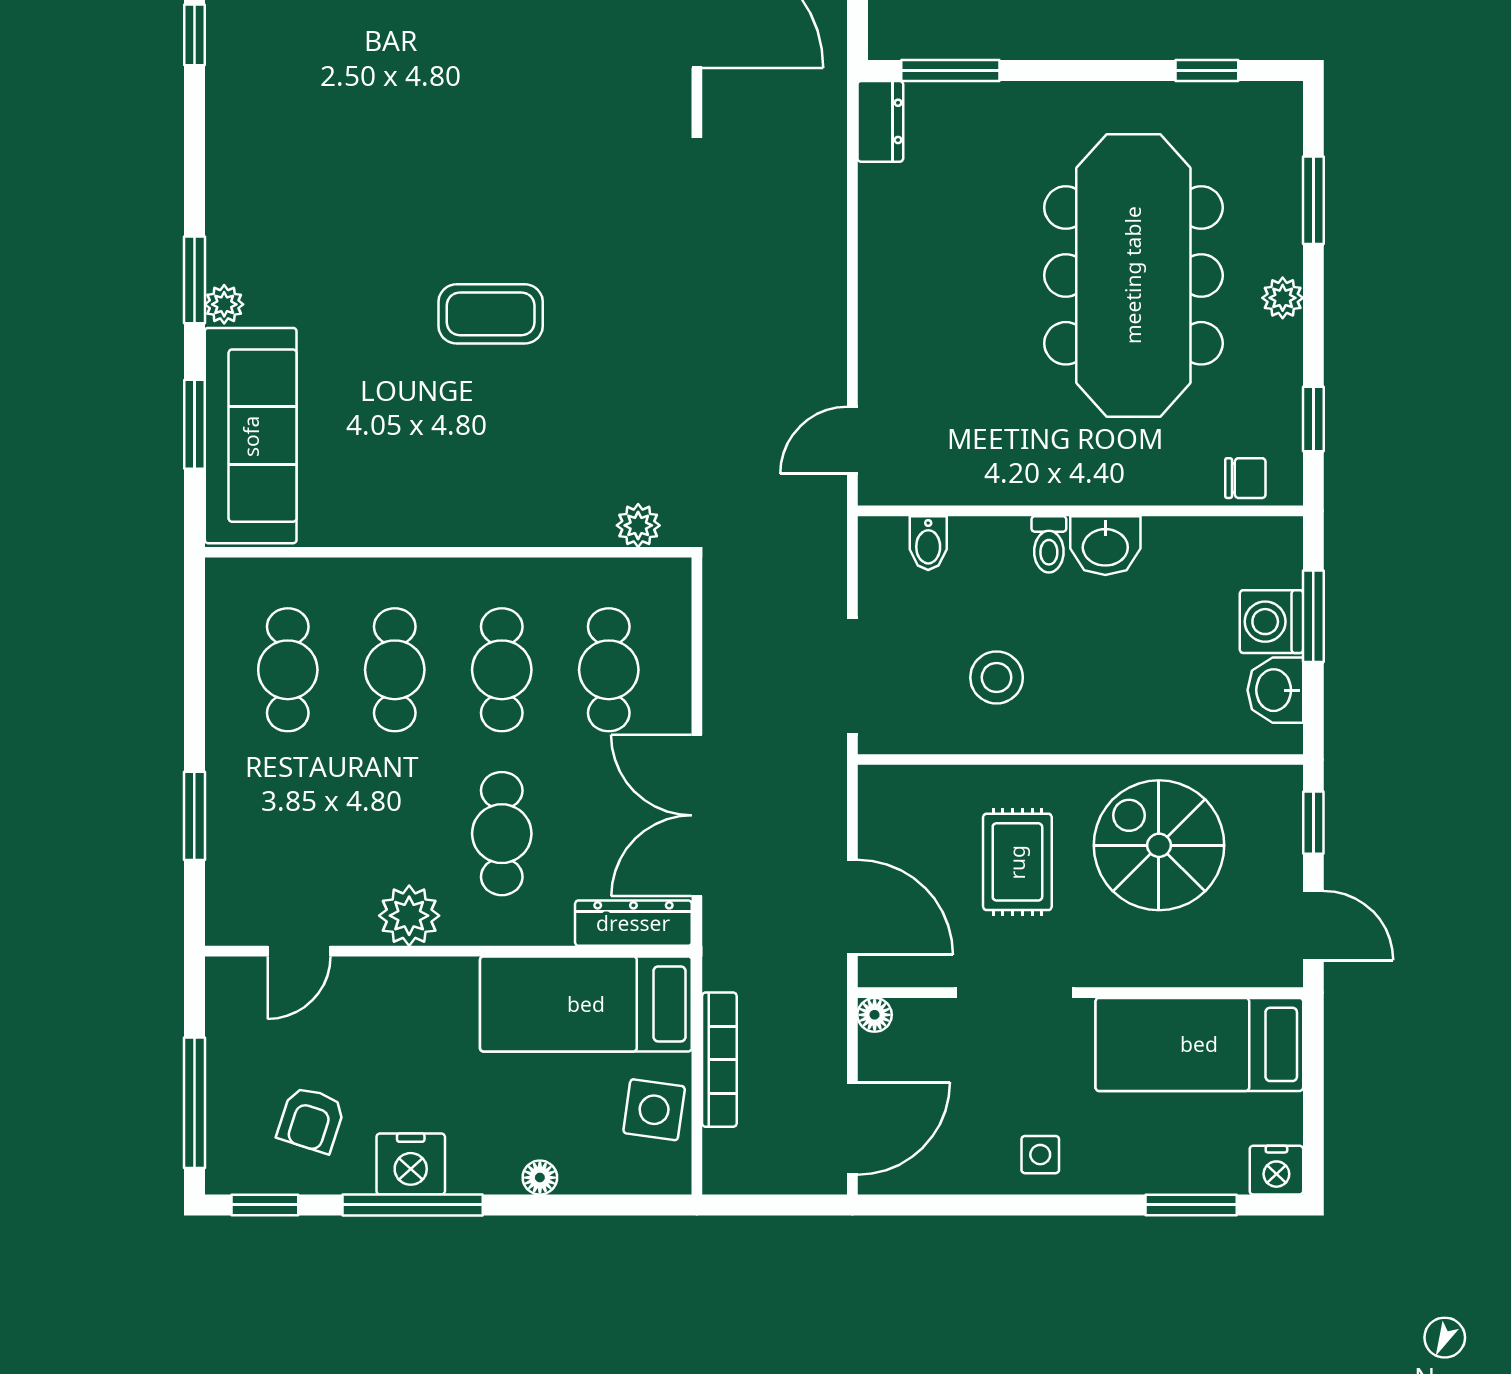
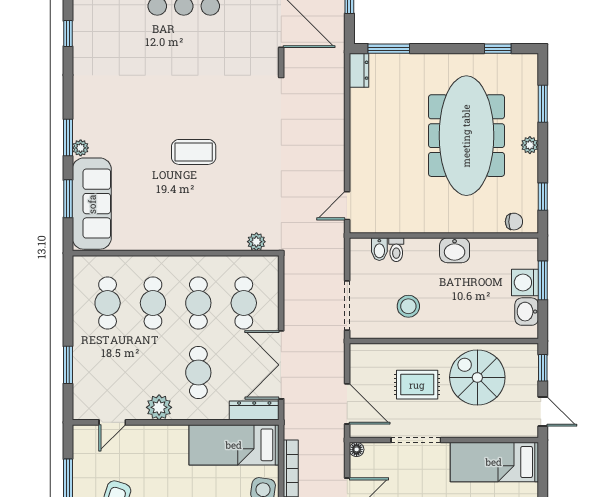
toilet: (1049, 544) -> (396, 250), moved
rug: (1017, 862) -> (417, 385), turned 90

